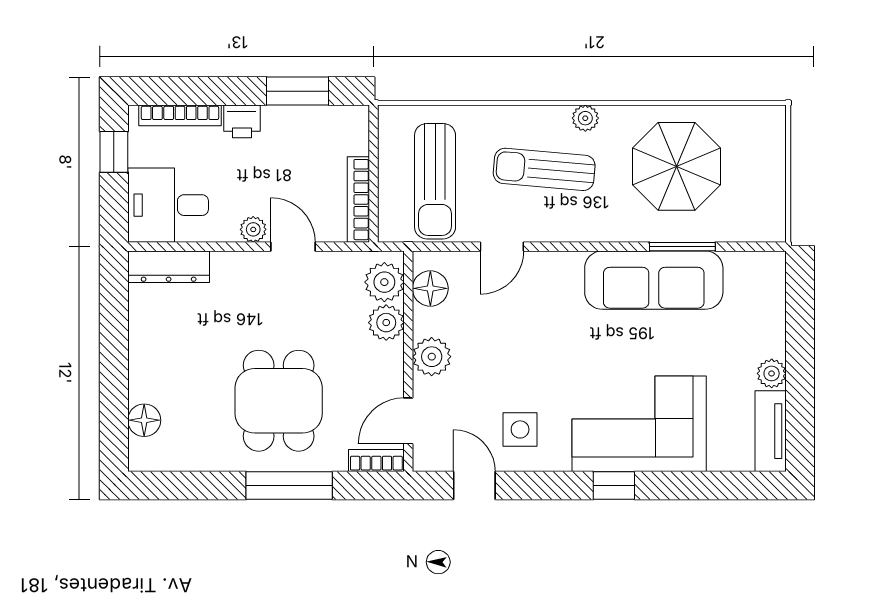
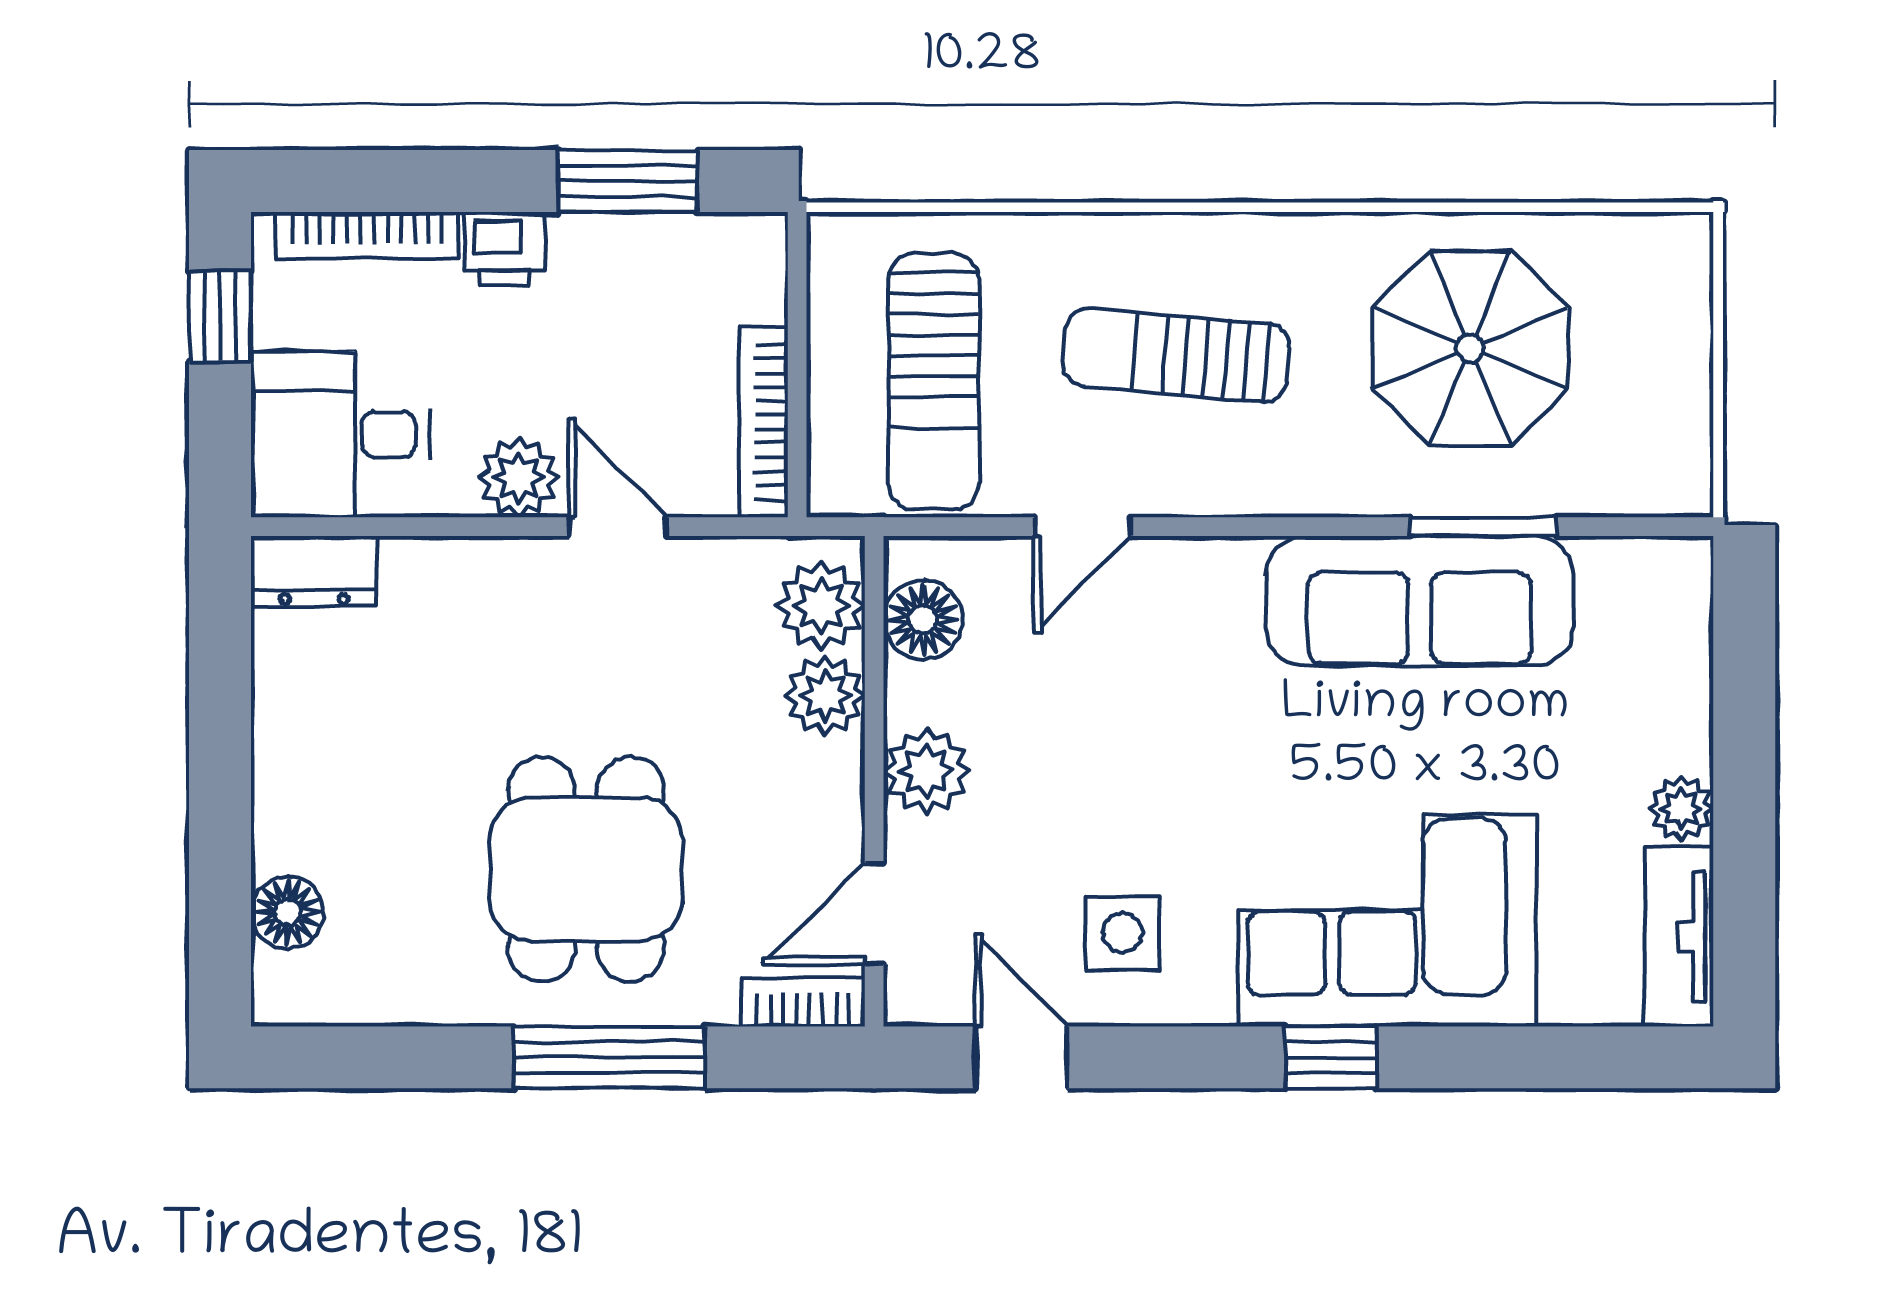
plant: (585, 118) -> (1268, 241), removed
plant: (253, 229) -> (519, 478), width x1.38, depth x1.38
dresser: (169, 267) -> (314, 571), width x0.70

